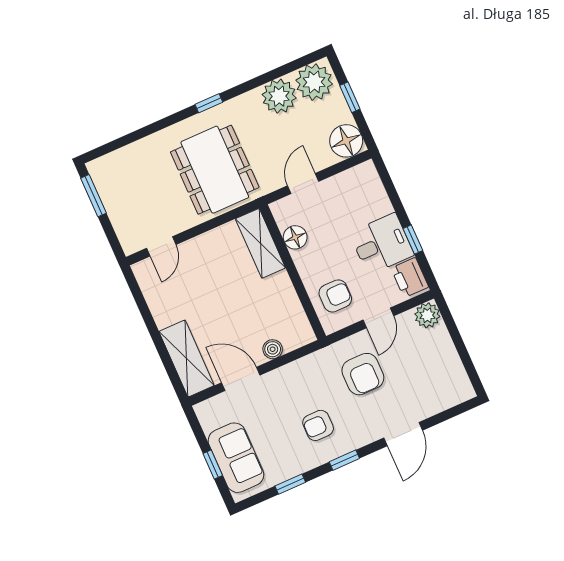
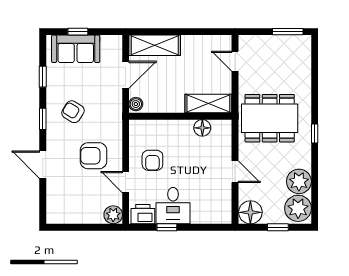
floor lamp: (295, 237) -> (202, 128), moved
shelving: (260, 243) -> (208, 104), moved
wall: (293, 272) -> (180, 116), moved
armchair: (318, 425) -> (73, 112), turned -58

